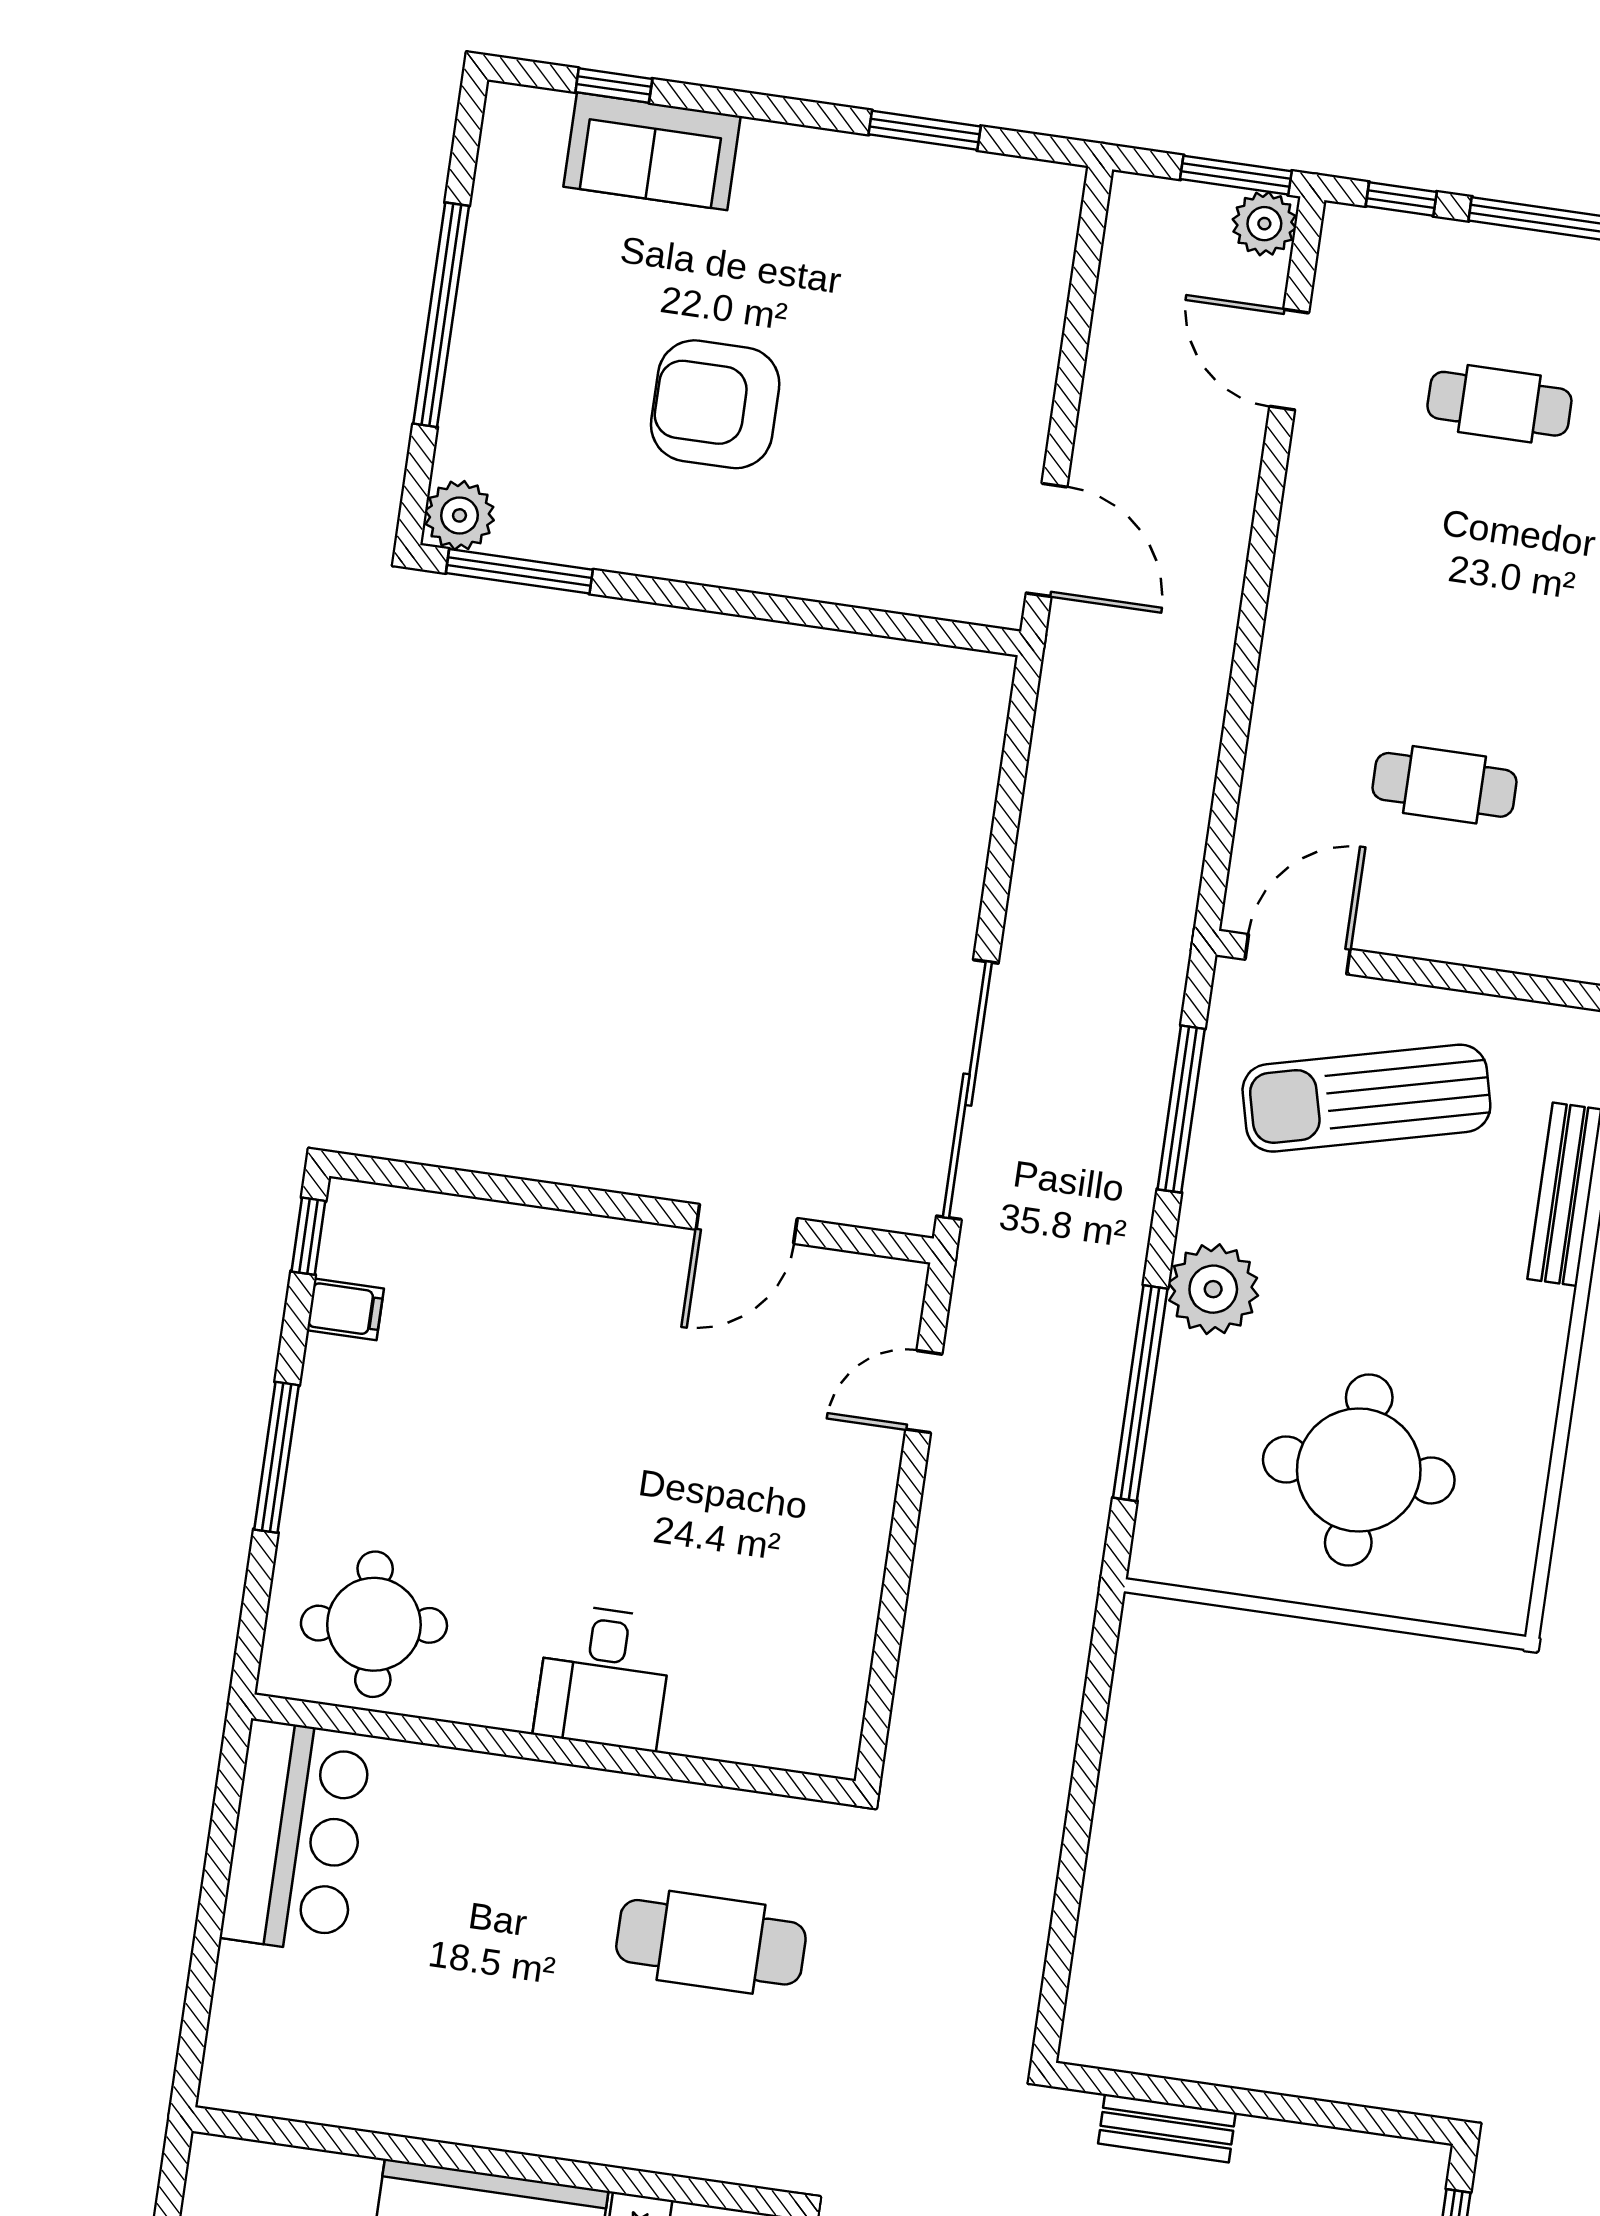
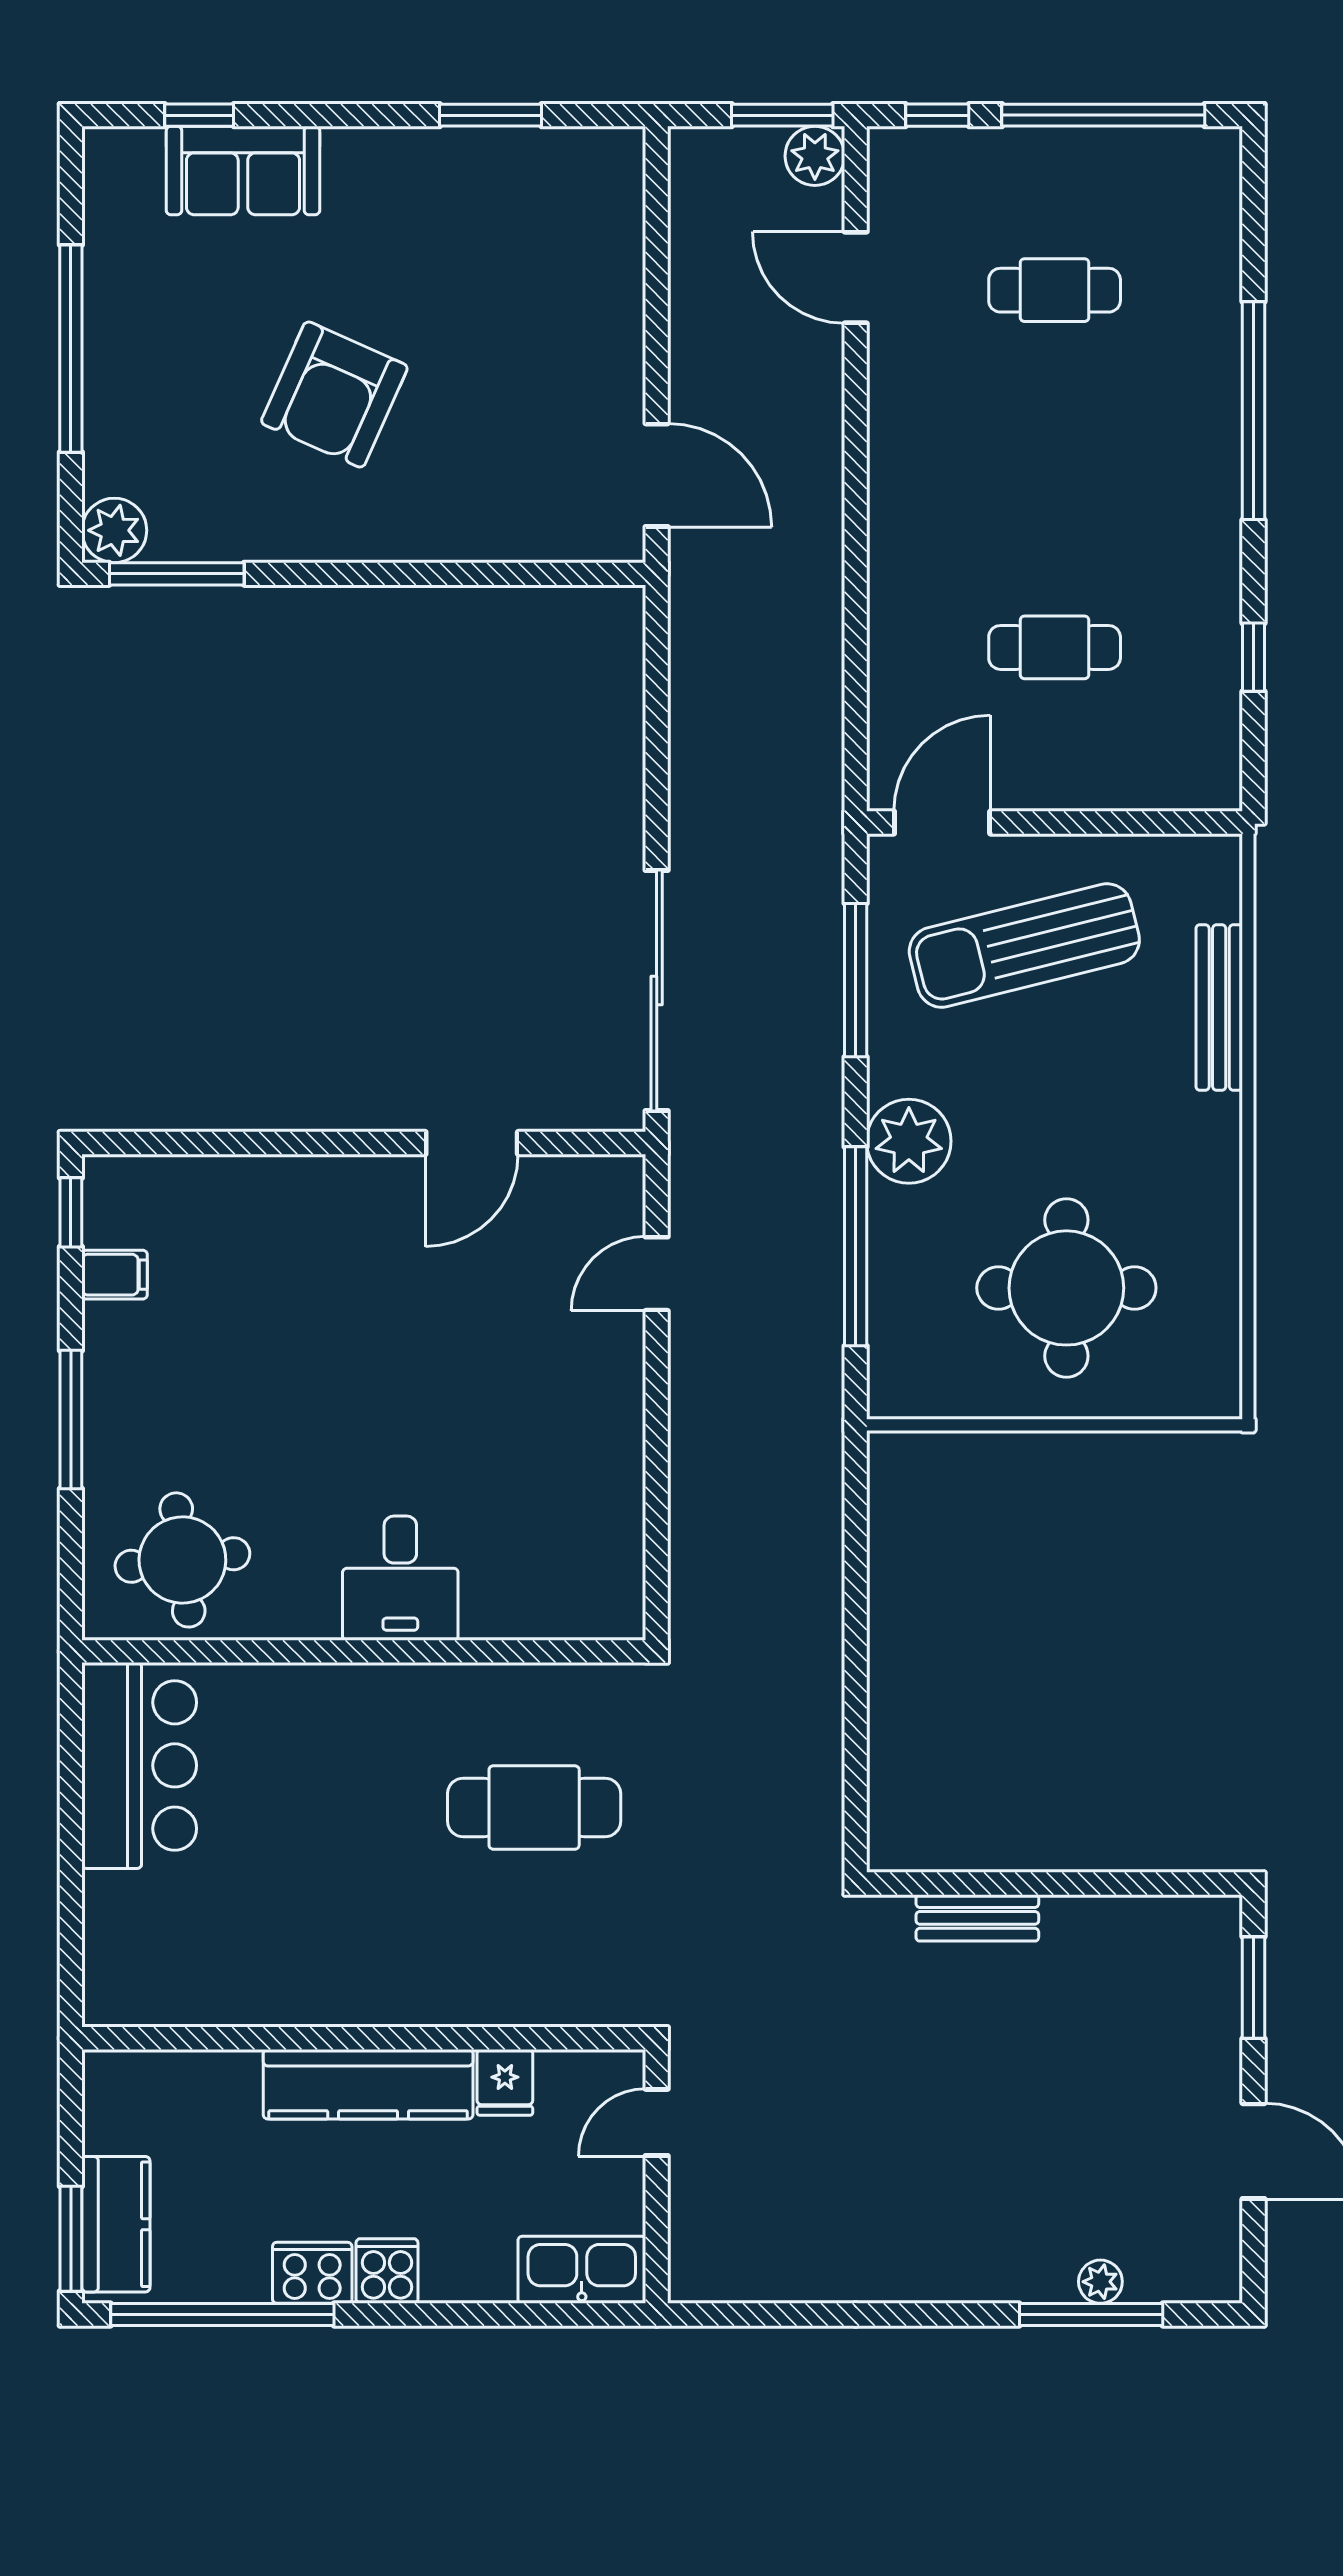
armchair: (715, 404) -> (334, 395), turned -66

